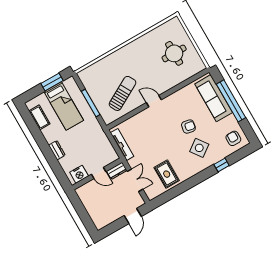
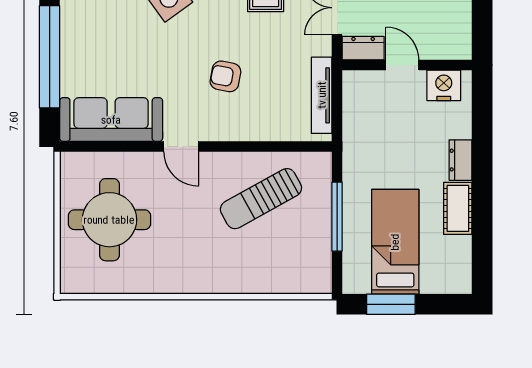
round table: (174, 53) -> (109, 220), width x1.36, depth x1.36
sofa: (214, 98) -> (111, 120), moved, turned -90
door: (154, 101) -> (181, 146), moved
cot: (39, 117) -> (458, 208), moved
armchair: (188, 127) -> (225, 76), moved

